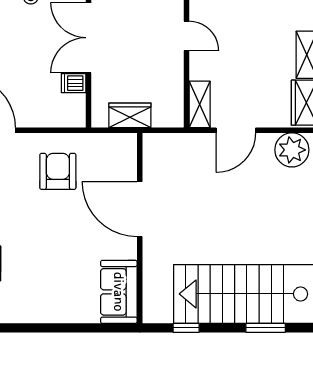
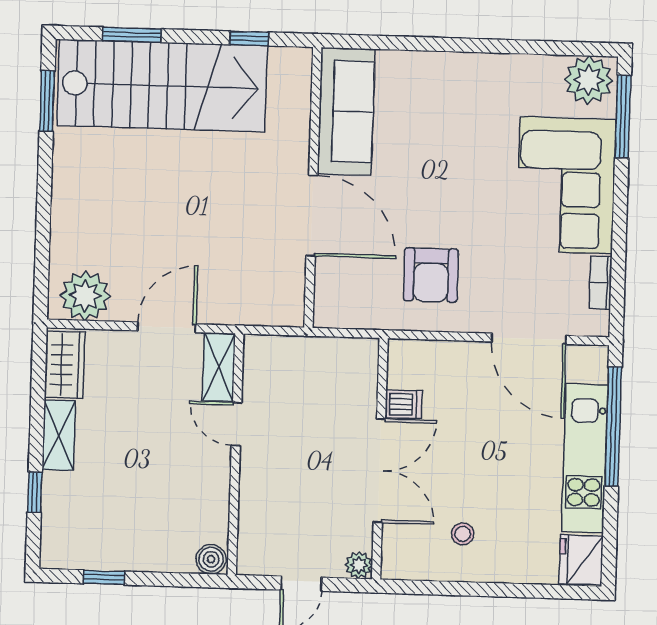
door: (186, 36) -> (236, 424), moved
wardrobe: (130, 115) -> (322, 354), removed
sofa: (119, 292) -> (346, 111), width x1.36

